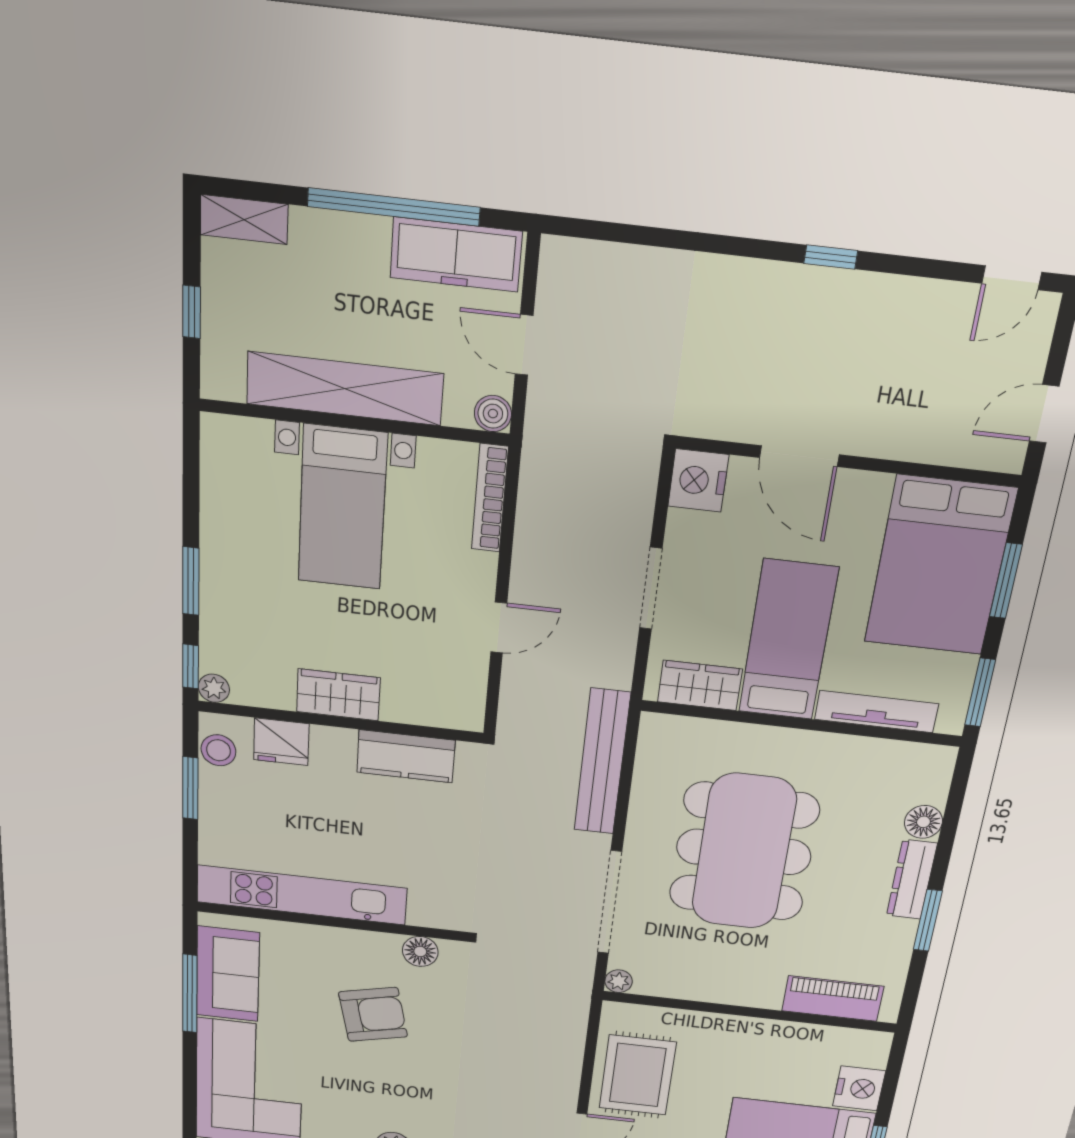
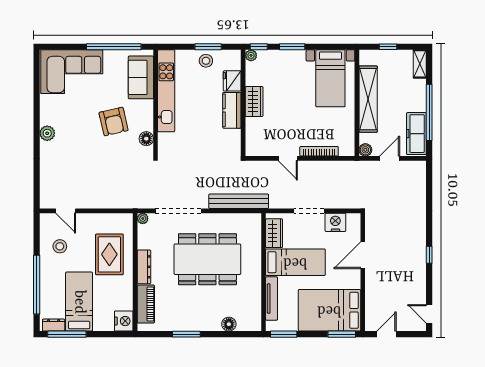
door: (1044, 414) -> (387, 334), hinge flipped
nightstand: (698, 480) -> (335, 222), moved
bookcase: (490, 498) -> (319, 151), moved
bed with nightstands: (342, 508) -> (330, 78), moved, turned -90
window: (1006, 581) -> (342, 334), moved
stool: (218, 750) -> (206, 61), moved
kitchen counter: (406, 756) -> (232, 110), moved
dresser: (912, 879) -> (144, 267), moved, turned 90
sofa: (228, 974) -> (141, 77), moved, turned 90
window: (190, 994) -> (114, 47), width x1.46
rug: (638, 1075) -> (109, 254), moved, turned 90
nightstand: (859, 1088) -> (124, 321), moved, turned -90

